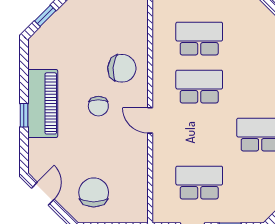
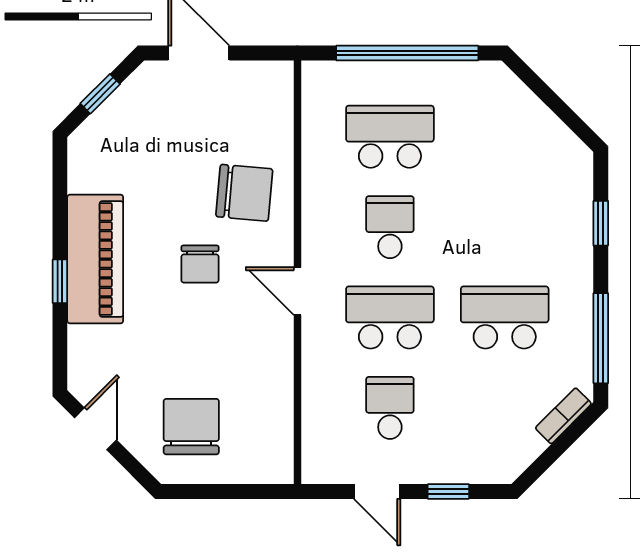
school desk: (199, 87) -> (390, 227), width x0.54
school desk: (199, 135) -> (390, 317), added
school desk: (199, 183) -> (390, 408), width x0.54

